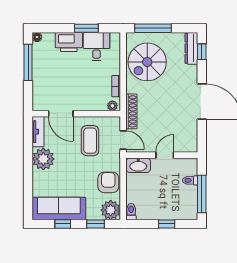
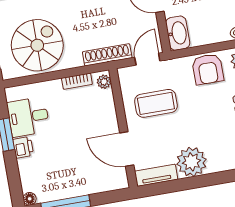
printer: (69, 42) -> (23, 147), width x0.53, depth x0.68
spiral stairs: (147, 62) -> (37, 45), turned -90
door: (61, 114) -> (127, 149), swing flipped
armchair: (108, 182) -> (208, 69), turned -90

